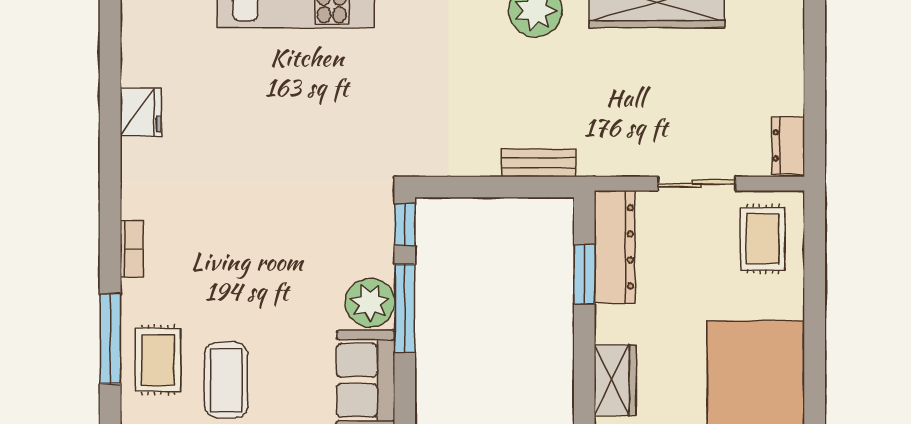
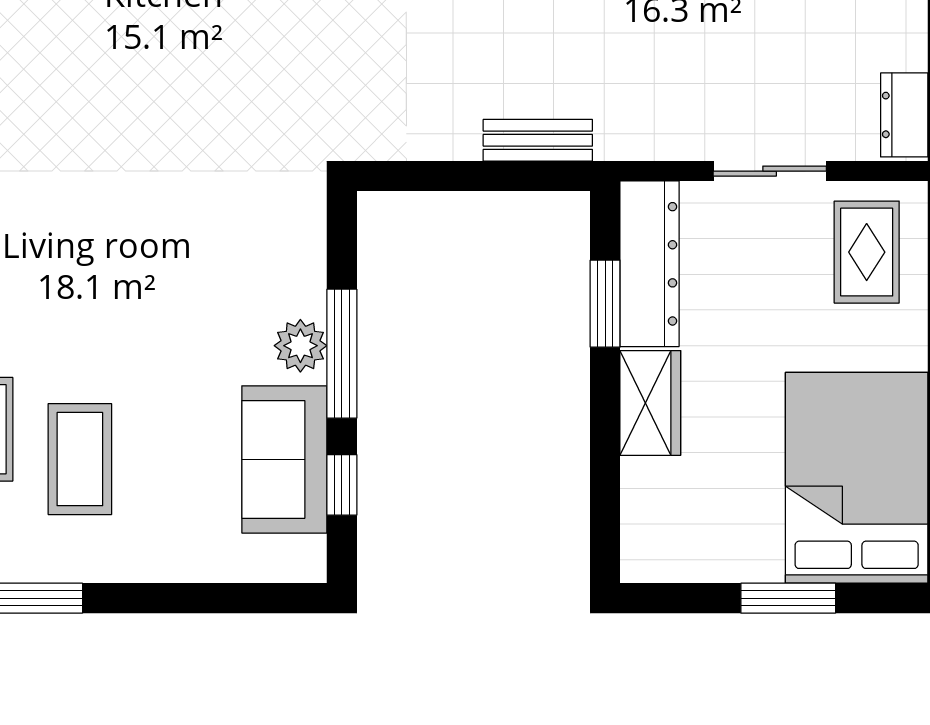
window: (405, 225) -> (342, 485), moved
plant: (370, 303) -> (300, 346), width x0.73, depth x0.73
wardrobe: (615, 380) -> (650, 403), moved

